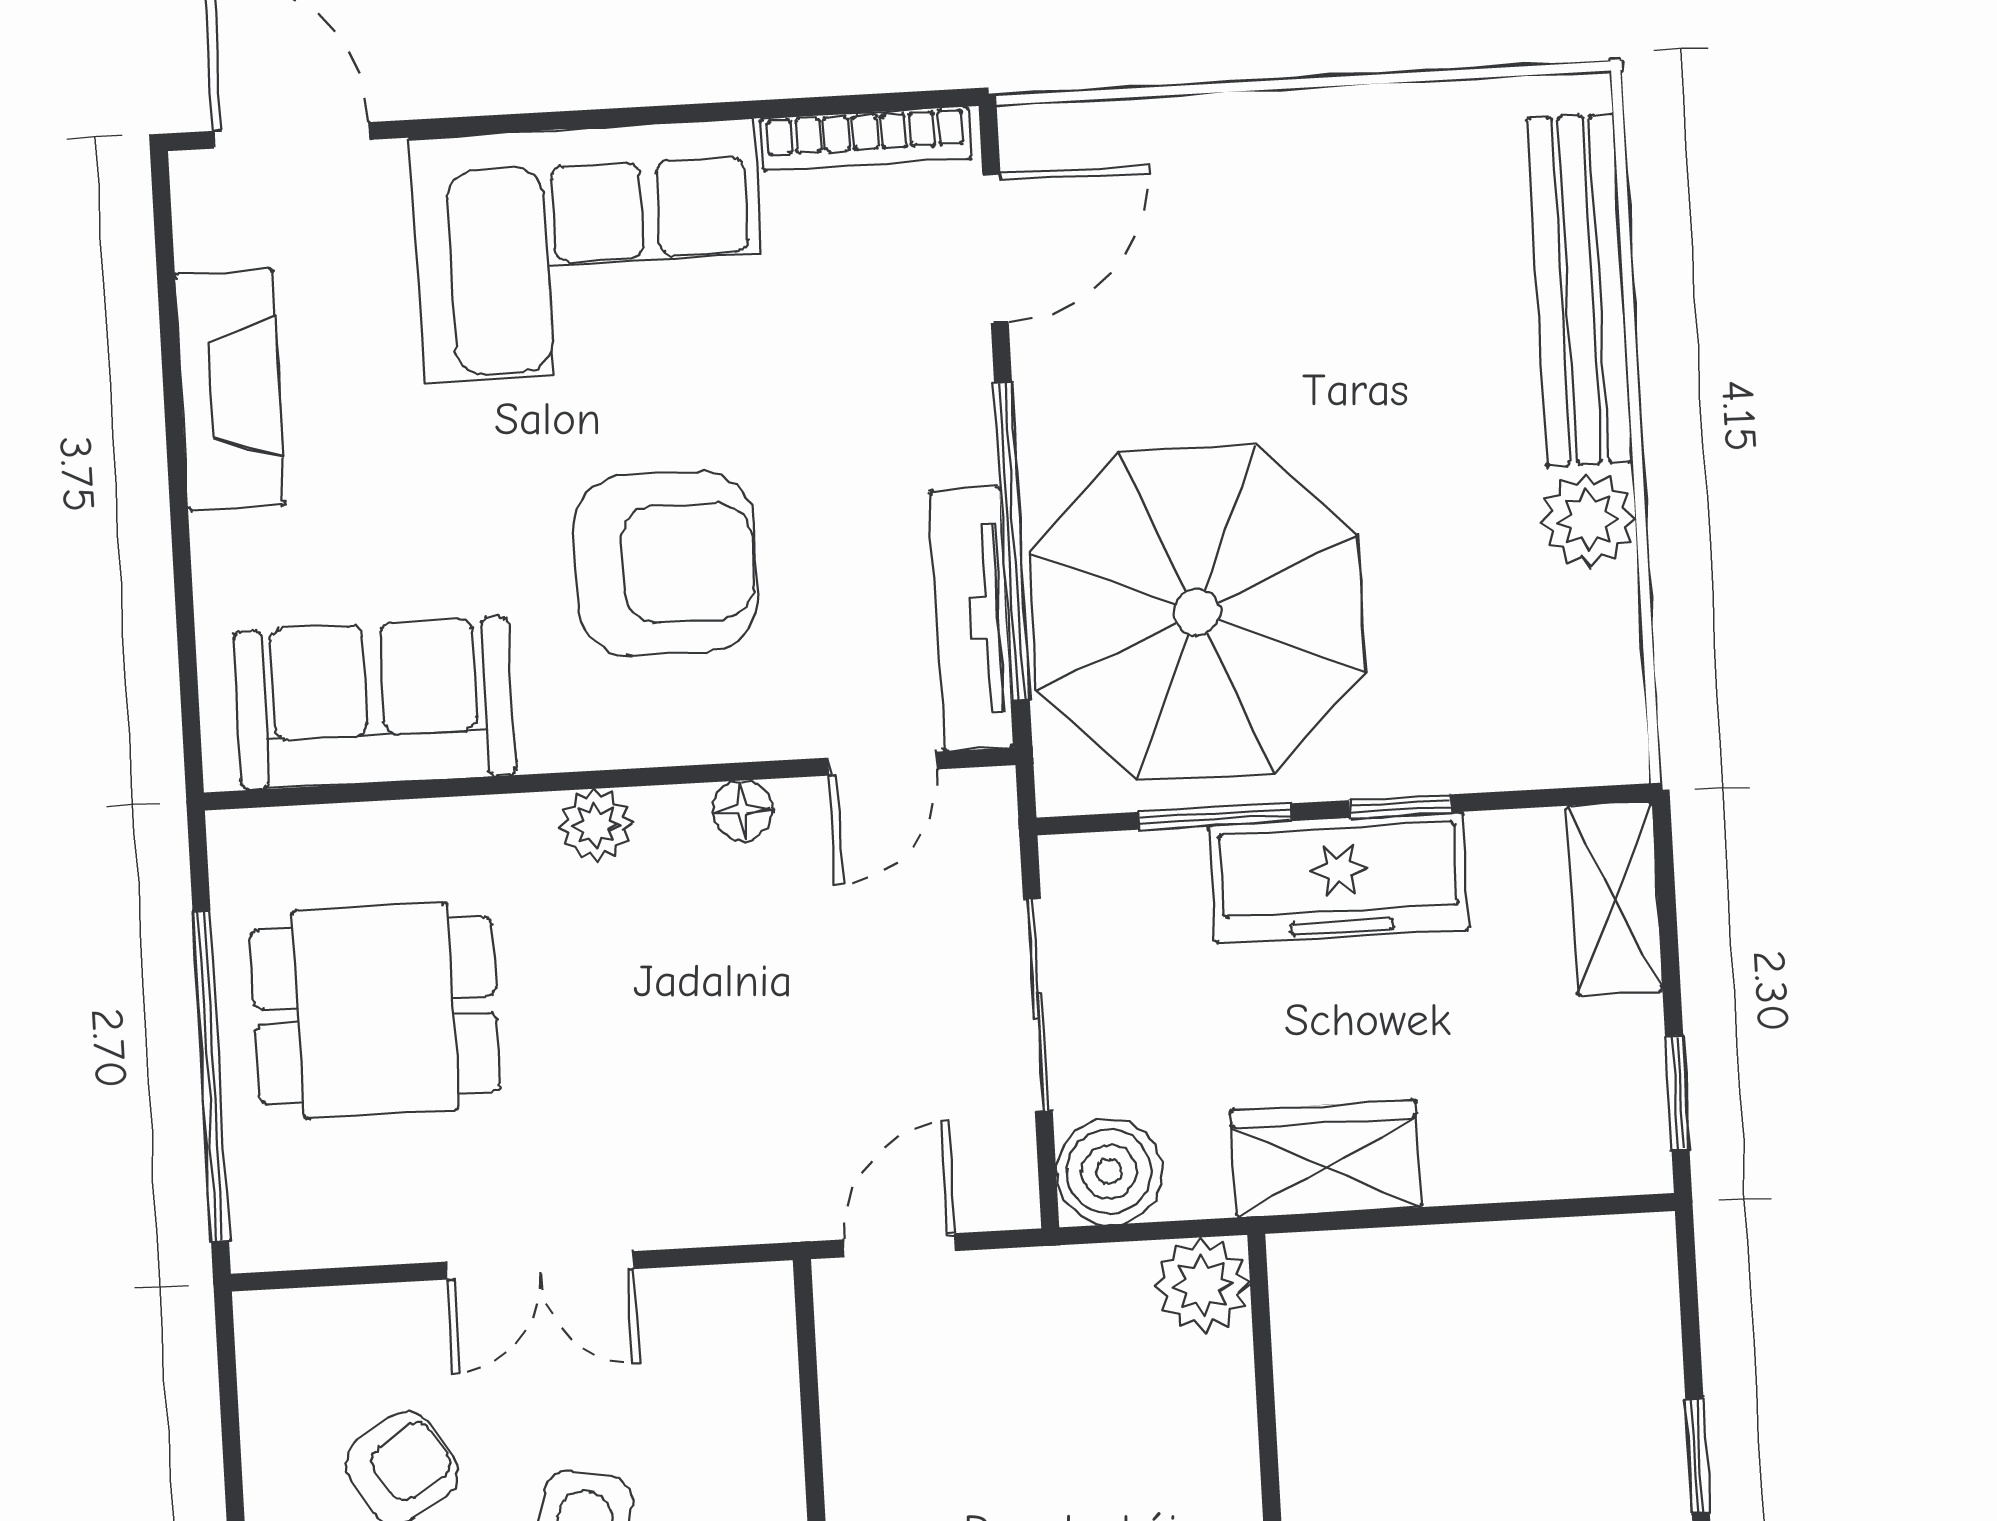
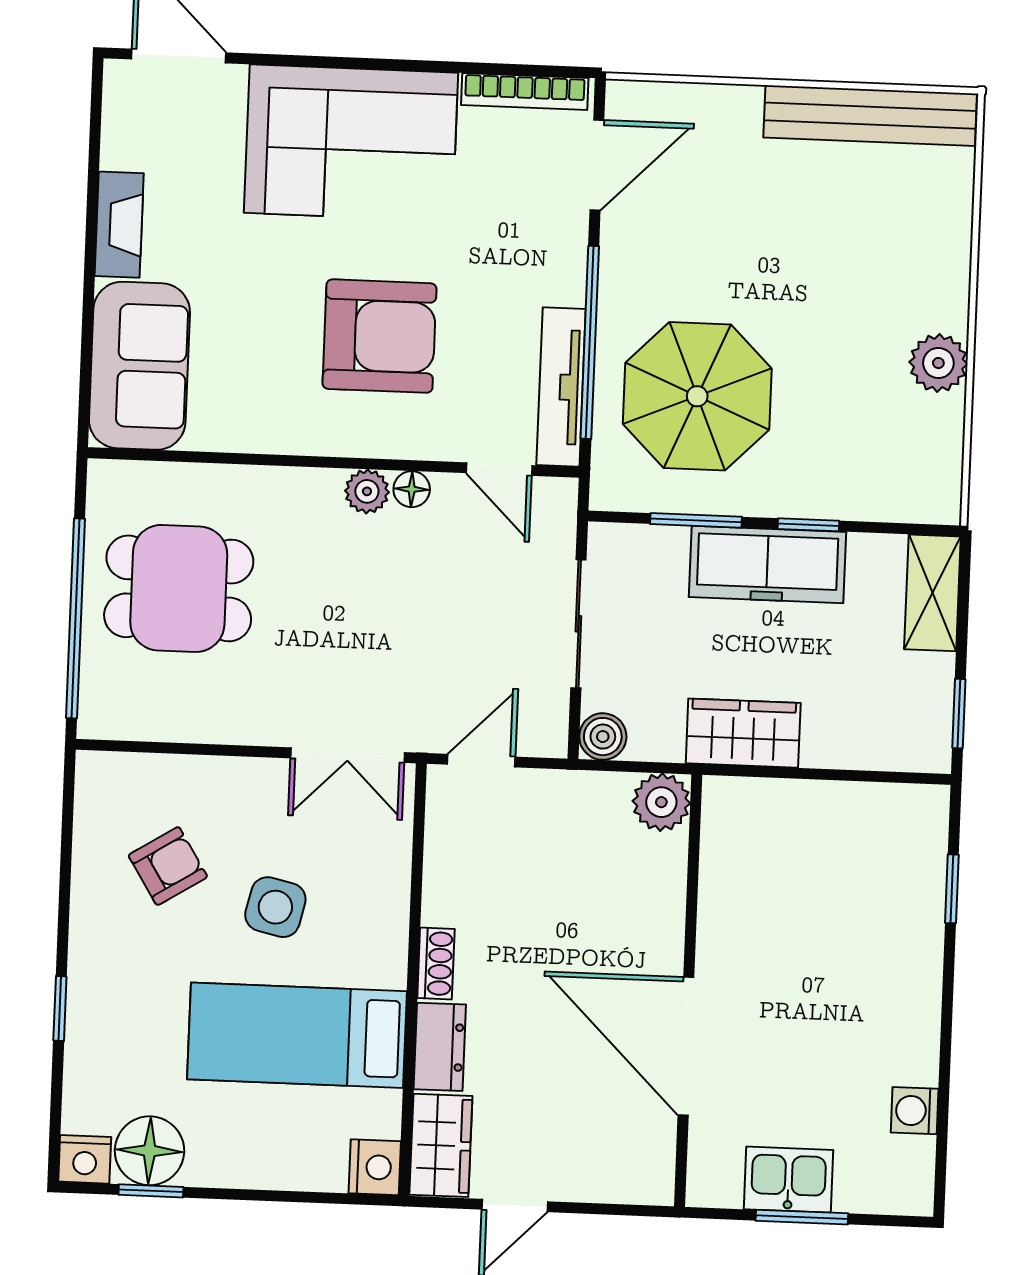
bench: (1580, 290) -> (870, 115), moved, turned 90
fireplace: (230, 389) -> (119, 225), width x0.73, depth x0.76
parasol: (1197, 612) -> (697, 396), width x0.73, depth x0.73
sofa: (375, 703) -> (139, 366), moved, turned 90
door: (883, 764) -> (499, 469), hinge flipped
plant: (596, 825) -> (367, 491), moved
boiler: (1109, 1172) -> (603, 737), width x0.73, depth x0.73
double door: (540, 1265) -> (348, 755), moved
window: (1698, 1456) -> (952, 889), moved

